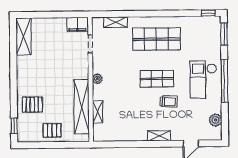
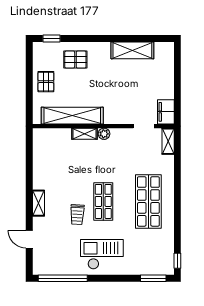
shelving: (116, 22) -> (168, 141), moved
shelving: (23, 37) -> (132, 50), moved
window: (224, 81) -> (63, 278), moved
pallet: (32, 105) -> (75, 60), turned 90
shelving: (98, 112) -> (85, 134), moved
plant: (215, 120) -> (56, 268), removed

